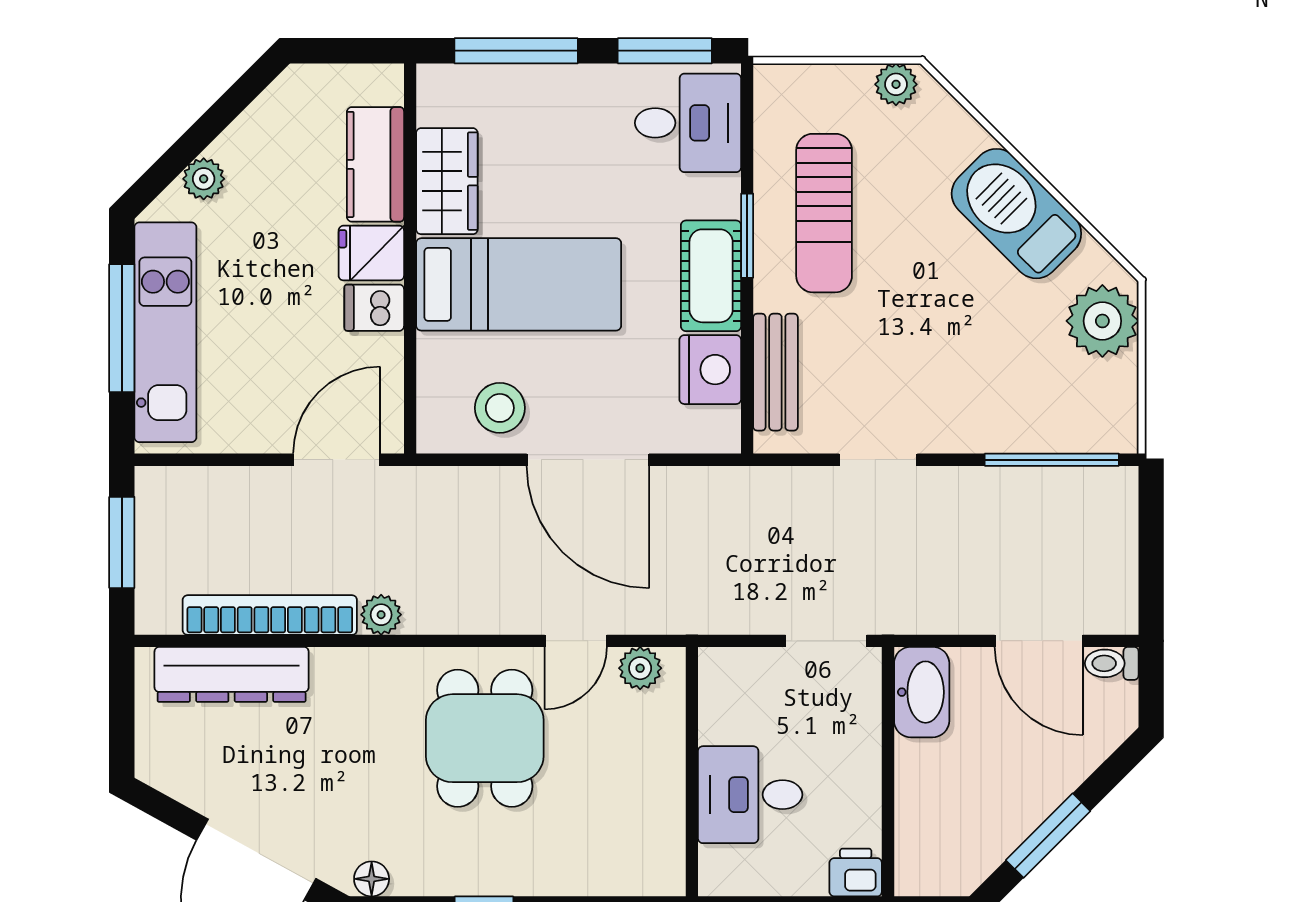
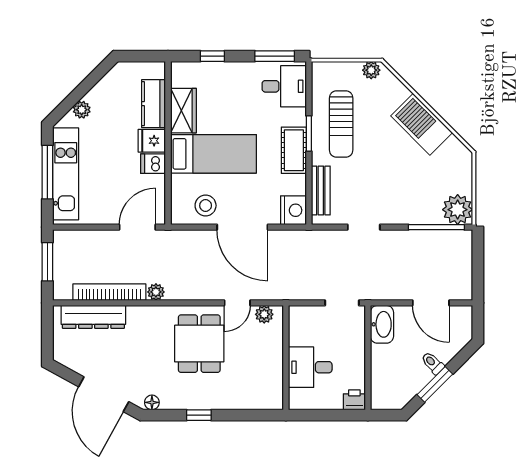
window: (516, 51) -> (212, 56), width x0.46
plant: (1102, 321) -> (458, 210), moved
nightstand: (710, 370) -> (294, 210), moved
toilet: (1112, 663) -> (433, 363), moved, turned 45

